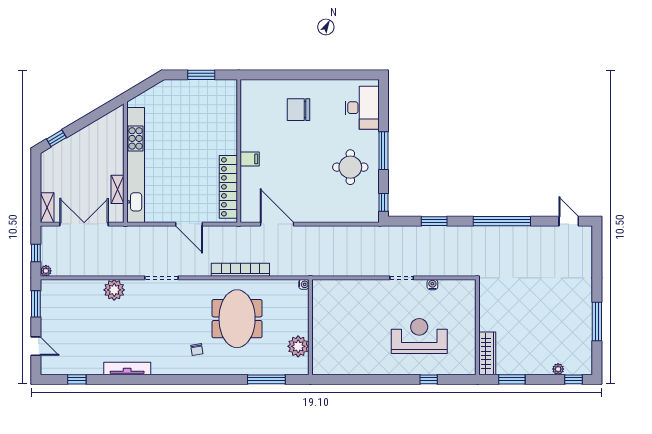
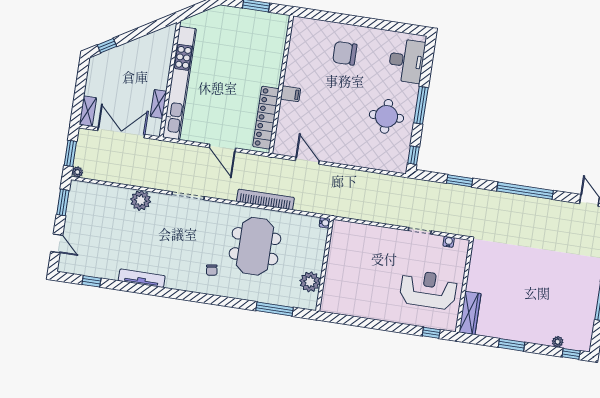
door: (277, 224) -> (307, 161), width x0.73
window: (36, 253) -> (70, 153), width x1.50
wall: (477, 327) -> (464, 286), moved
wardrobe: (487, 353) -> (470, 313), moved

